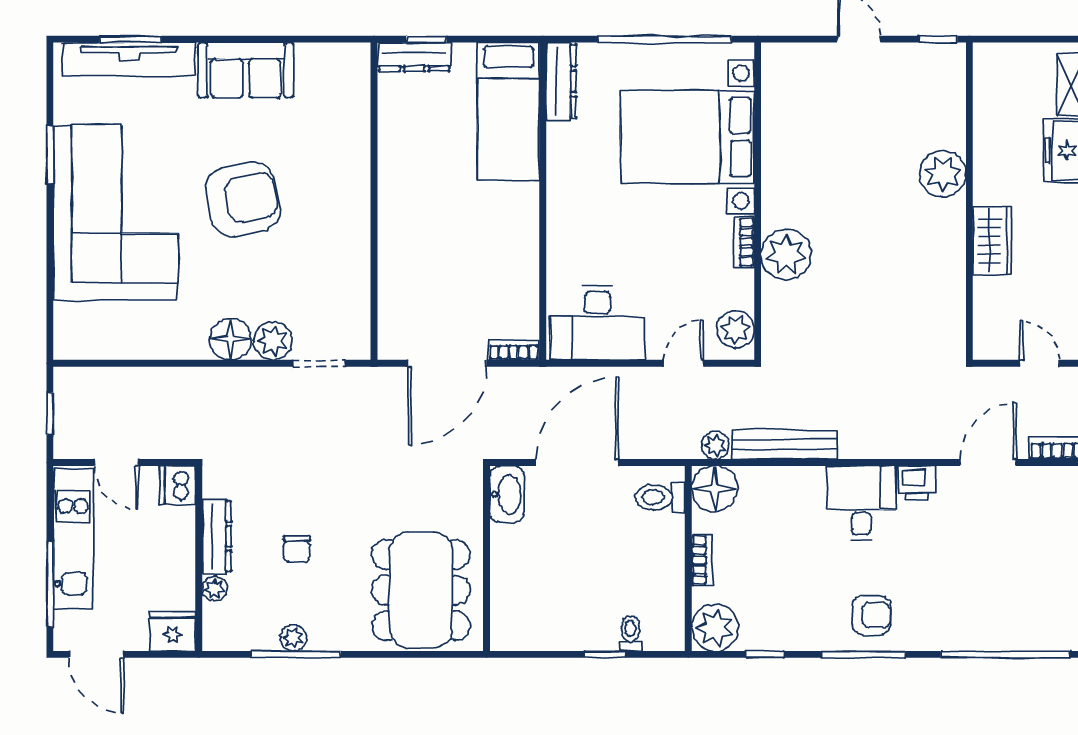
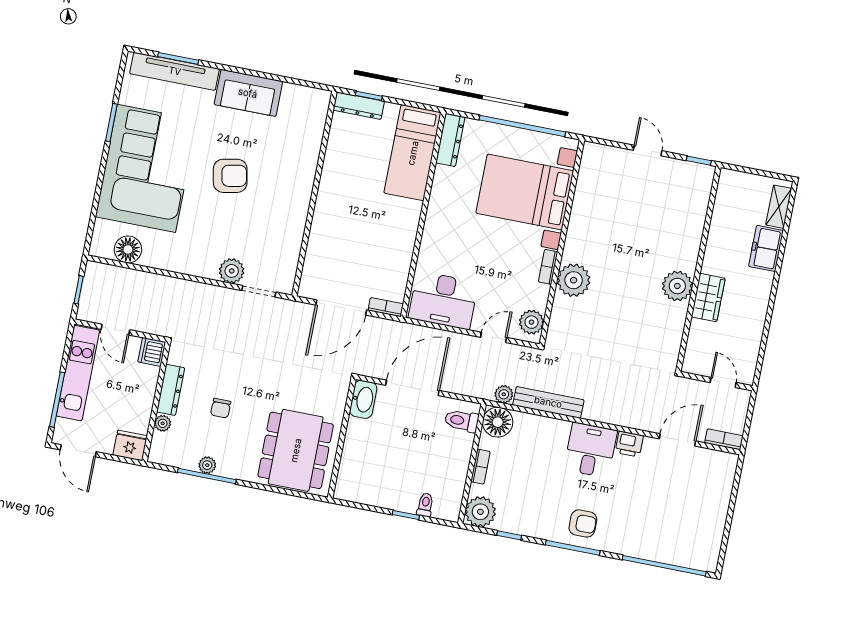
plant: (943, 174) -> (677, 286), moved
armchair: (243, 199) -> (230, 176), width x0.73, depth x0.73
floor lamp: (230, 339) -> (128, 250), moved

